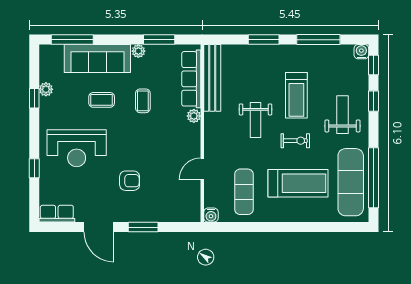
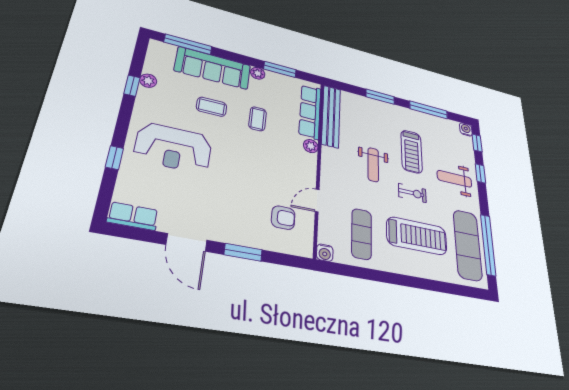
weight bench: (343, 115) -> (454, 179), turned -90
armchair: (130, 181) -> (283, 218), moved

